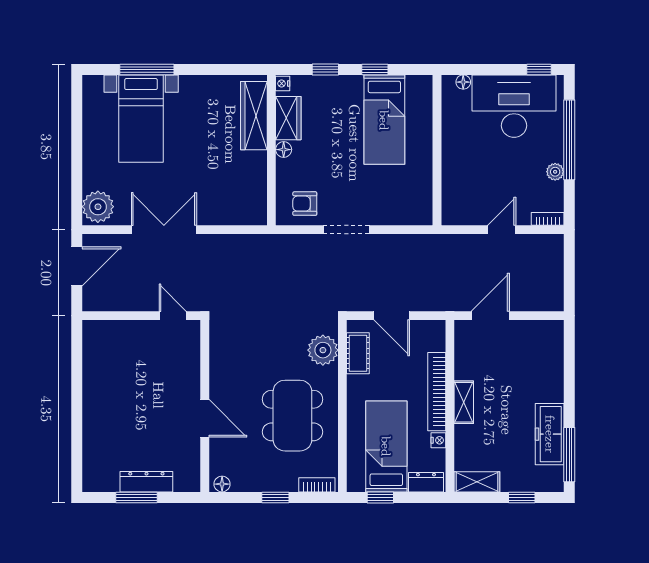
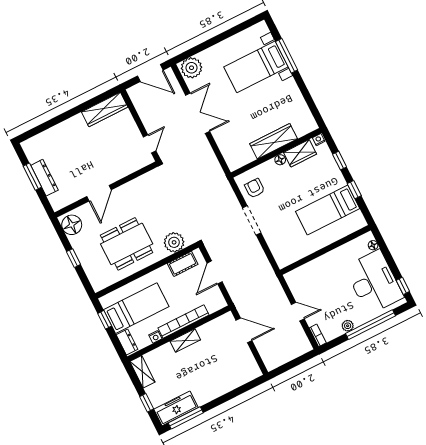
wardrobe: (254, 116) -> (274, 141), moved
wardrobe: (95, 353) -> (105, 109), added
freezer: (550, 434) -> (176, 408), moved
floor lamp: (222, 484) -> (72, 225), width x1.89, depth x1.89
bookcase: (317, 485) -> (93, 279), removed

